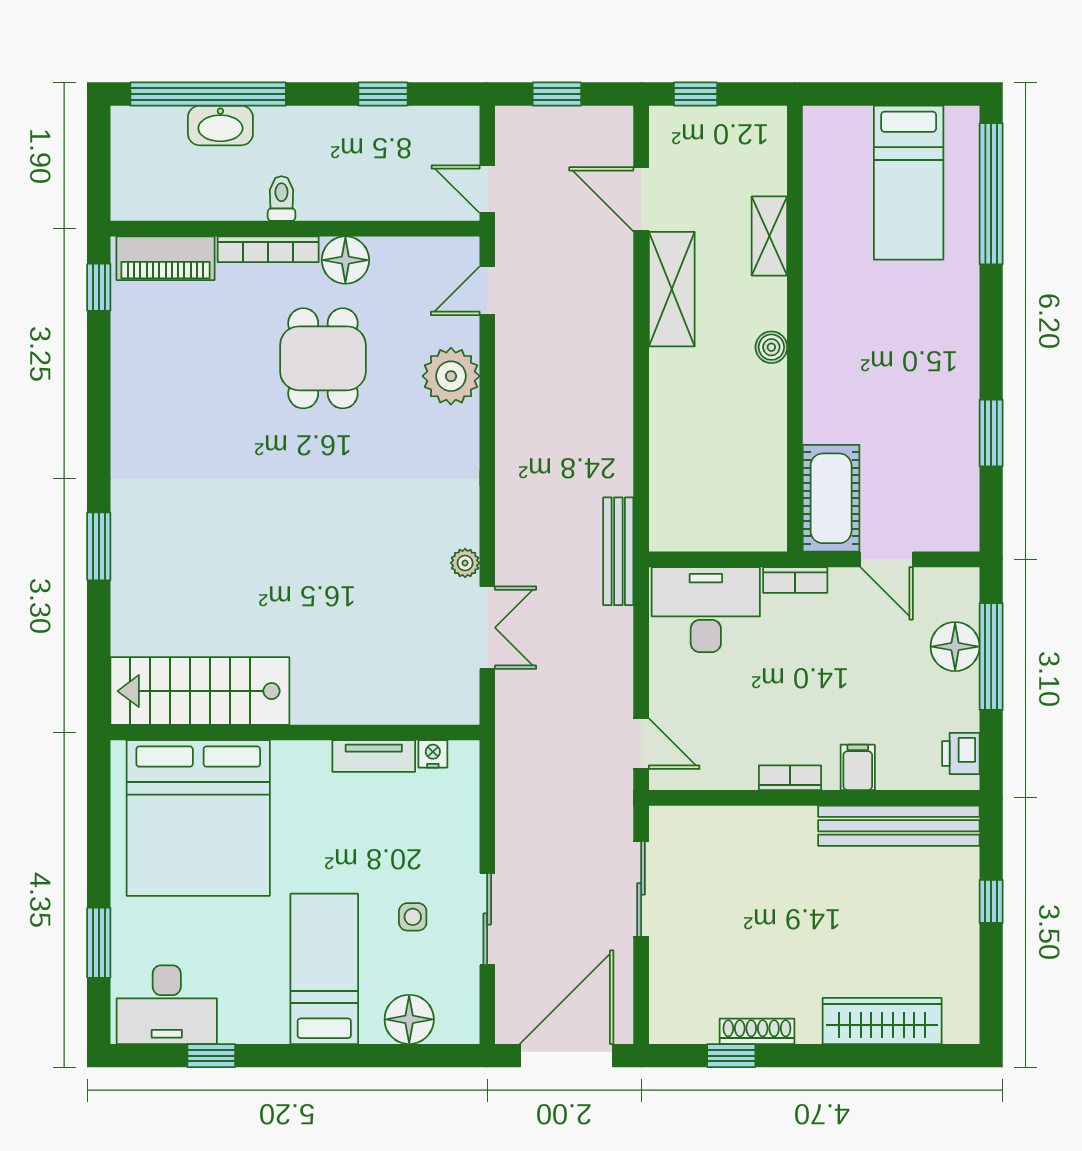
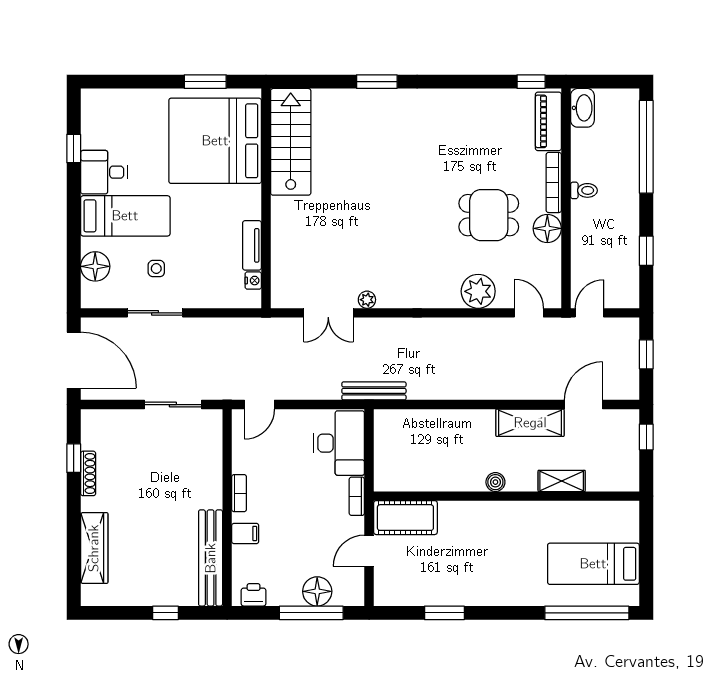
washbasin: (220, 125) -> (582, 108), moved, turned 180
window: (99, 943) -> (205, 82), moved
desk: (167, 1005) -> (104, 172), moved, width x0.73

